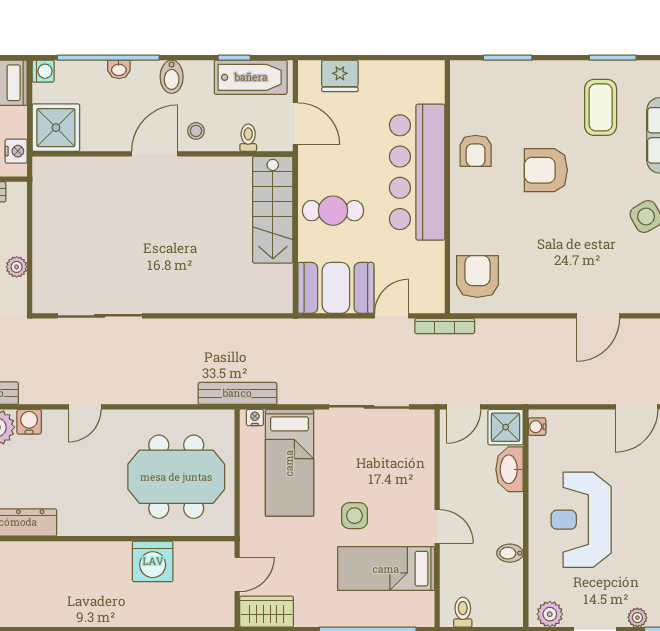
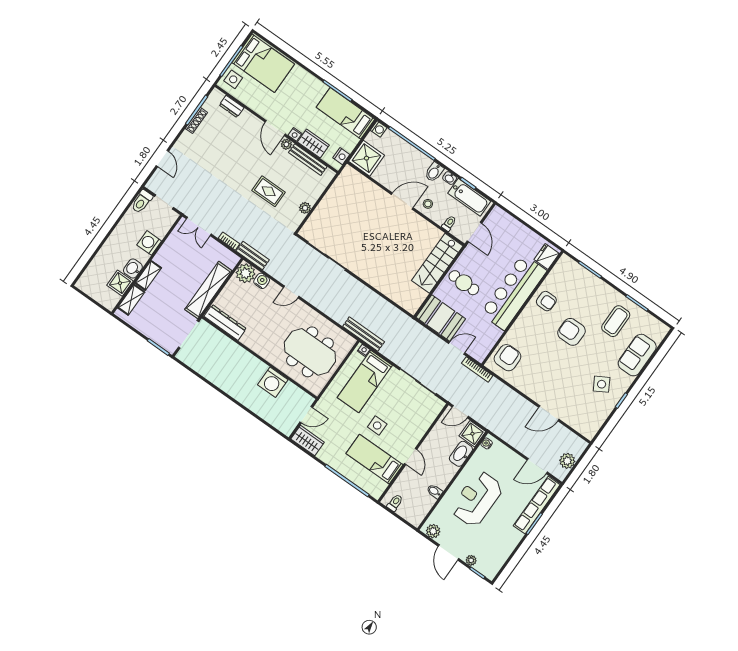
washbasin: (119, 69) -> (450, 178), moved
fridge: (340, 76) -> (547, 257), moved, turned 90
armchair: (476, 151) -> (546, 301), turned -90

